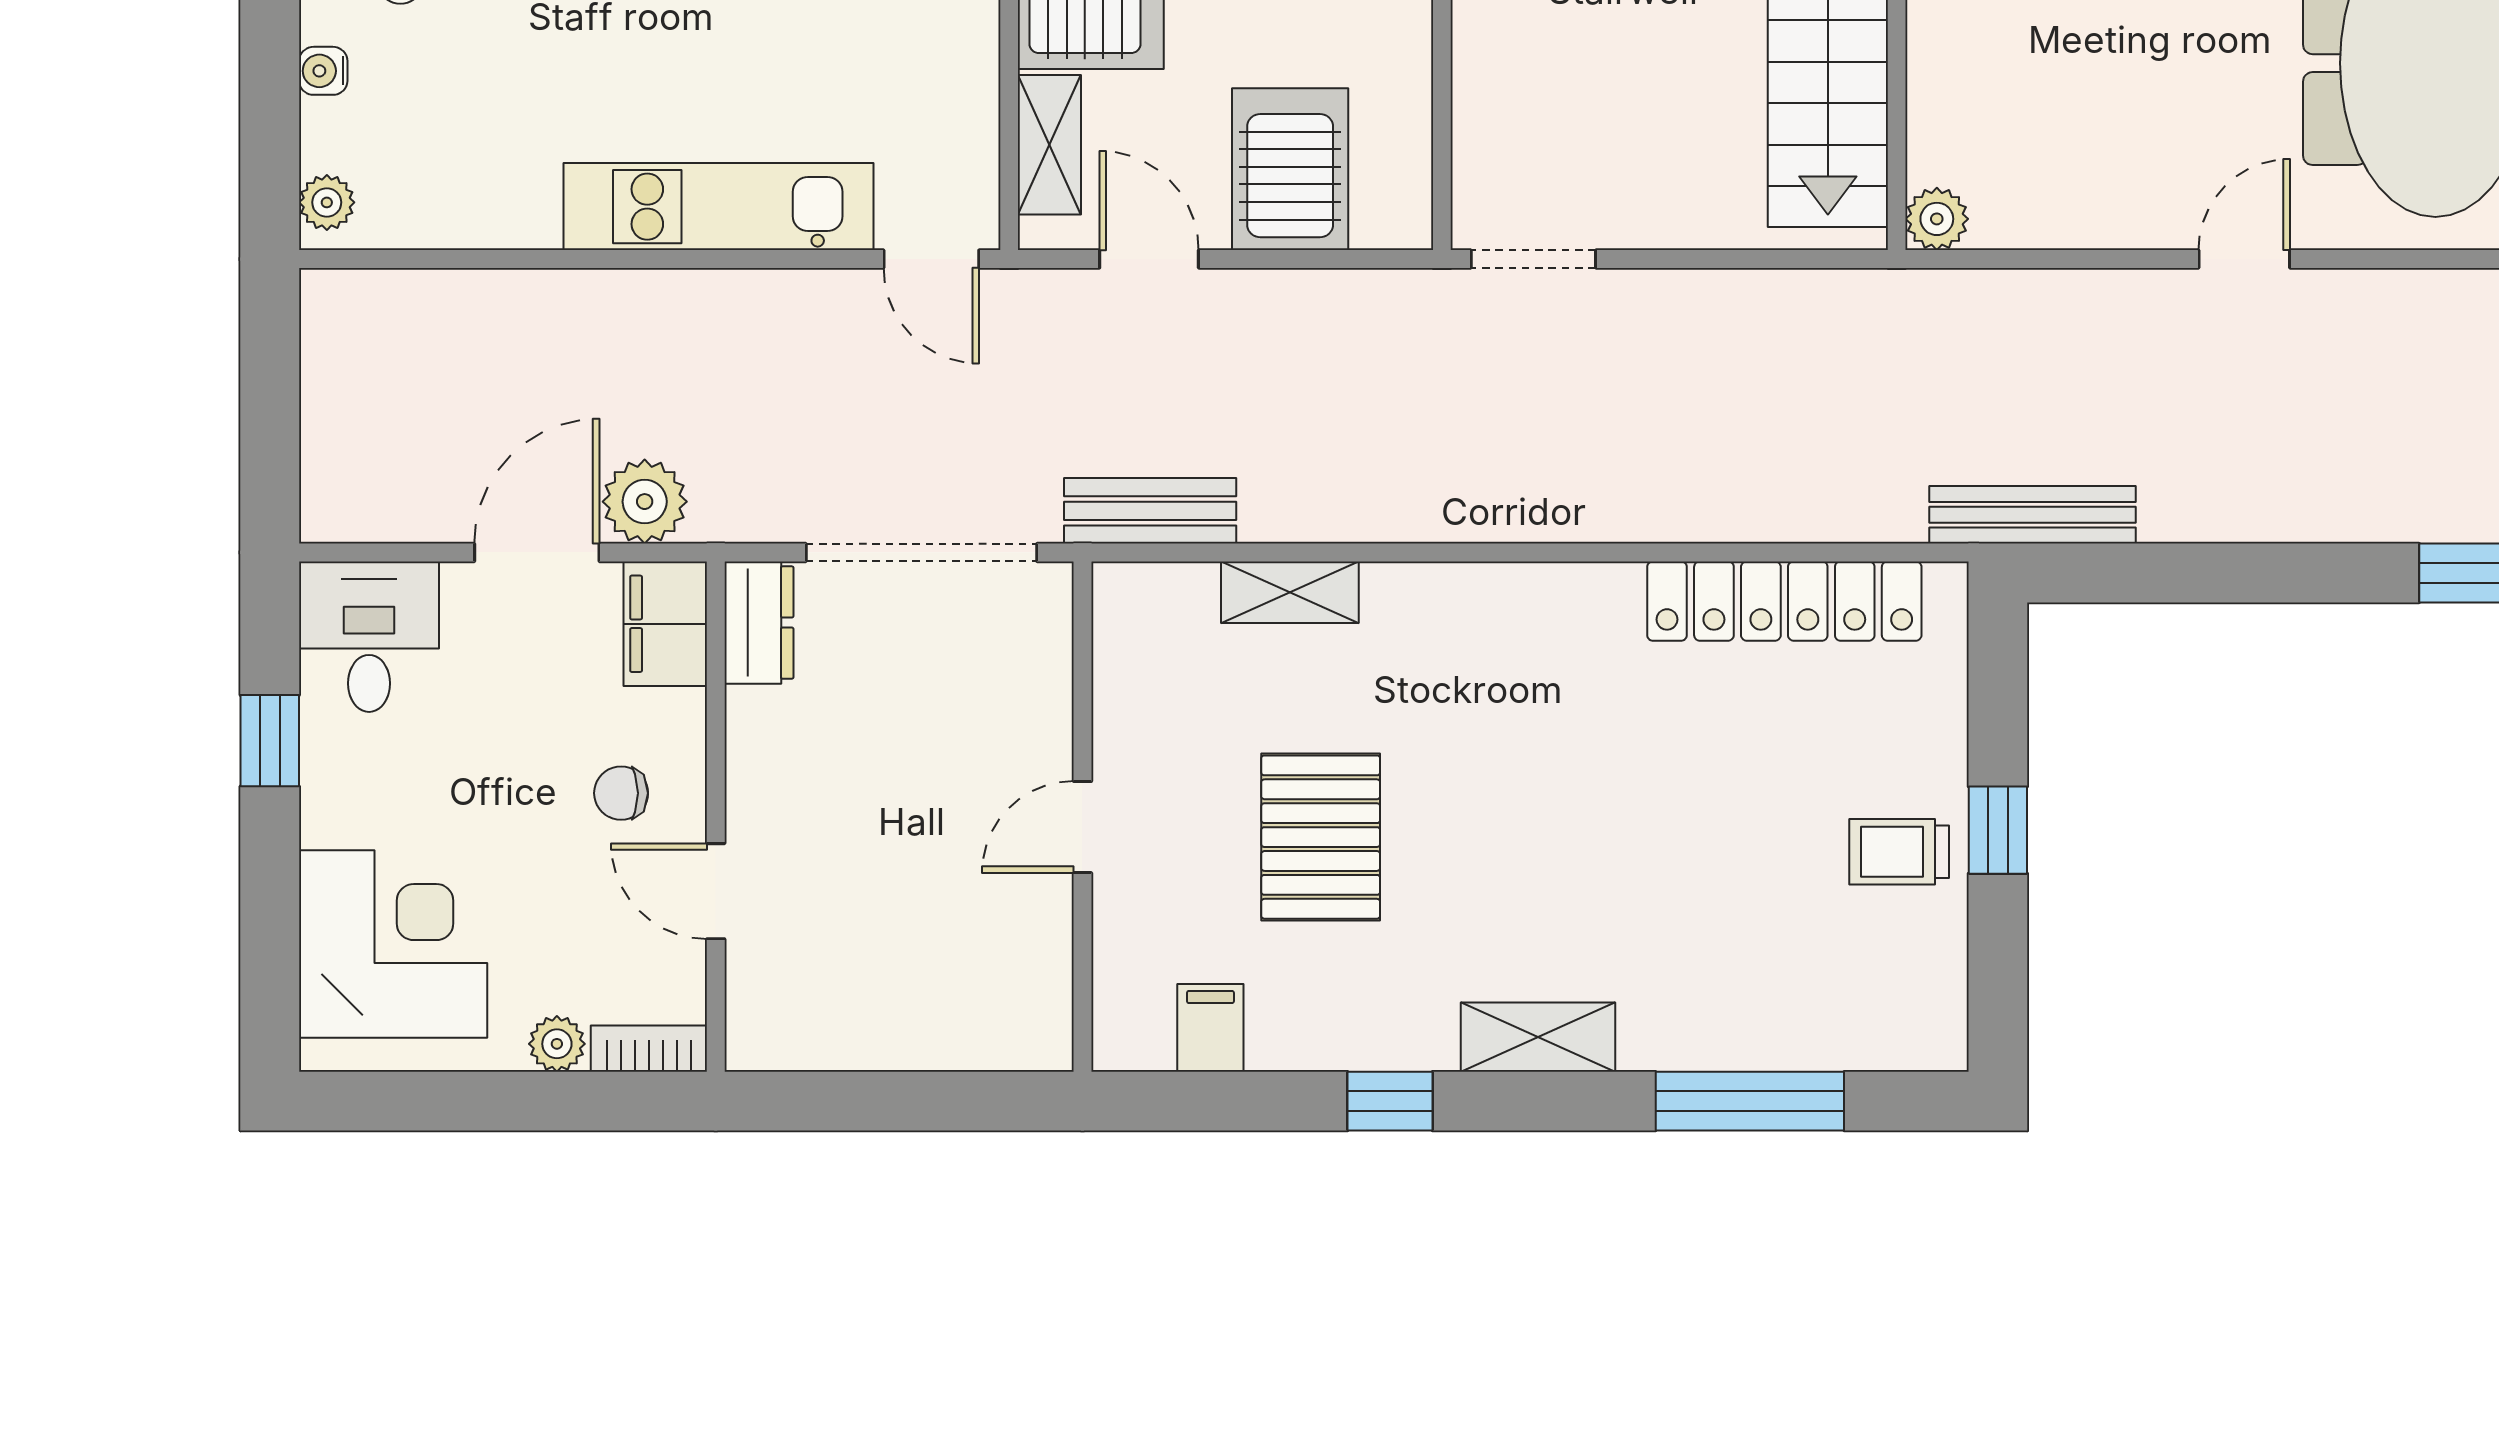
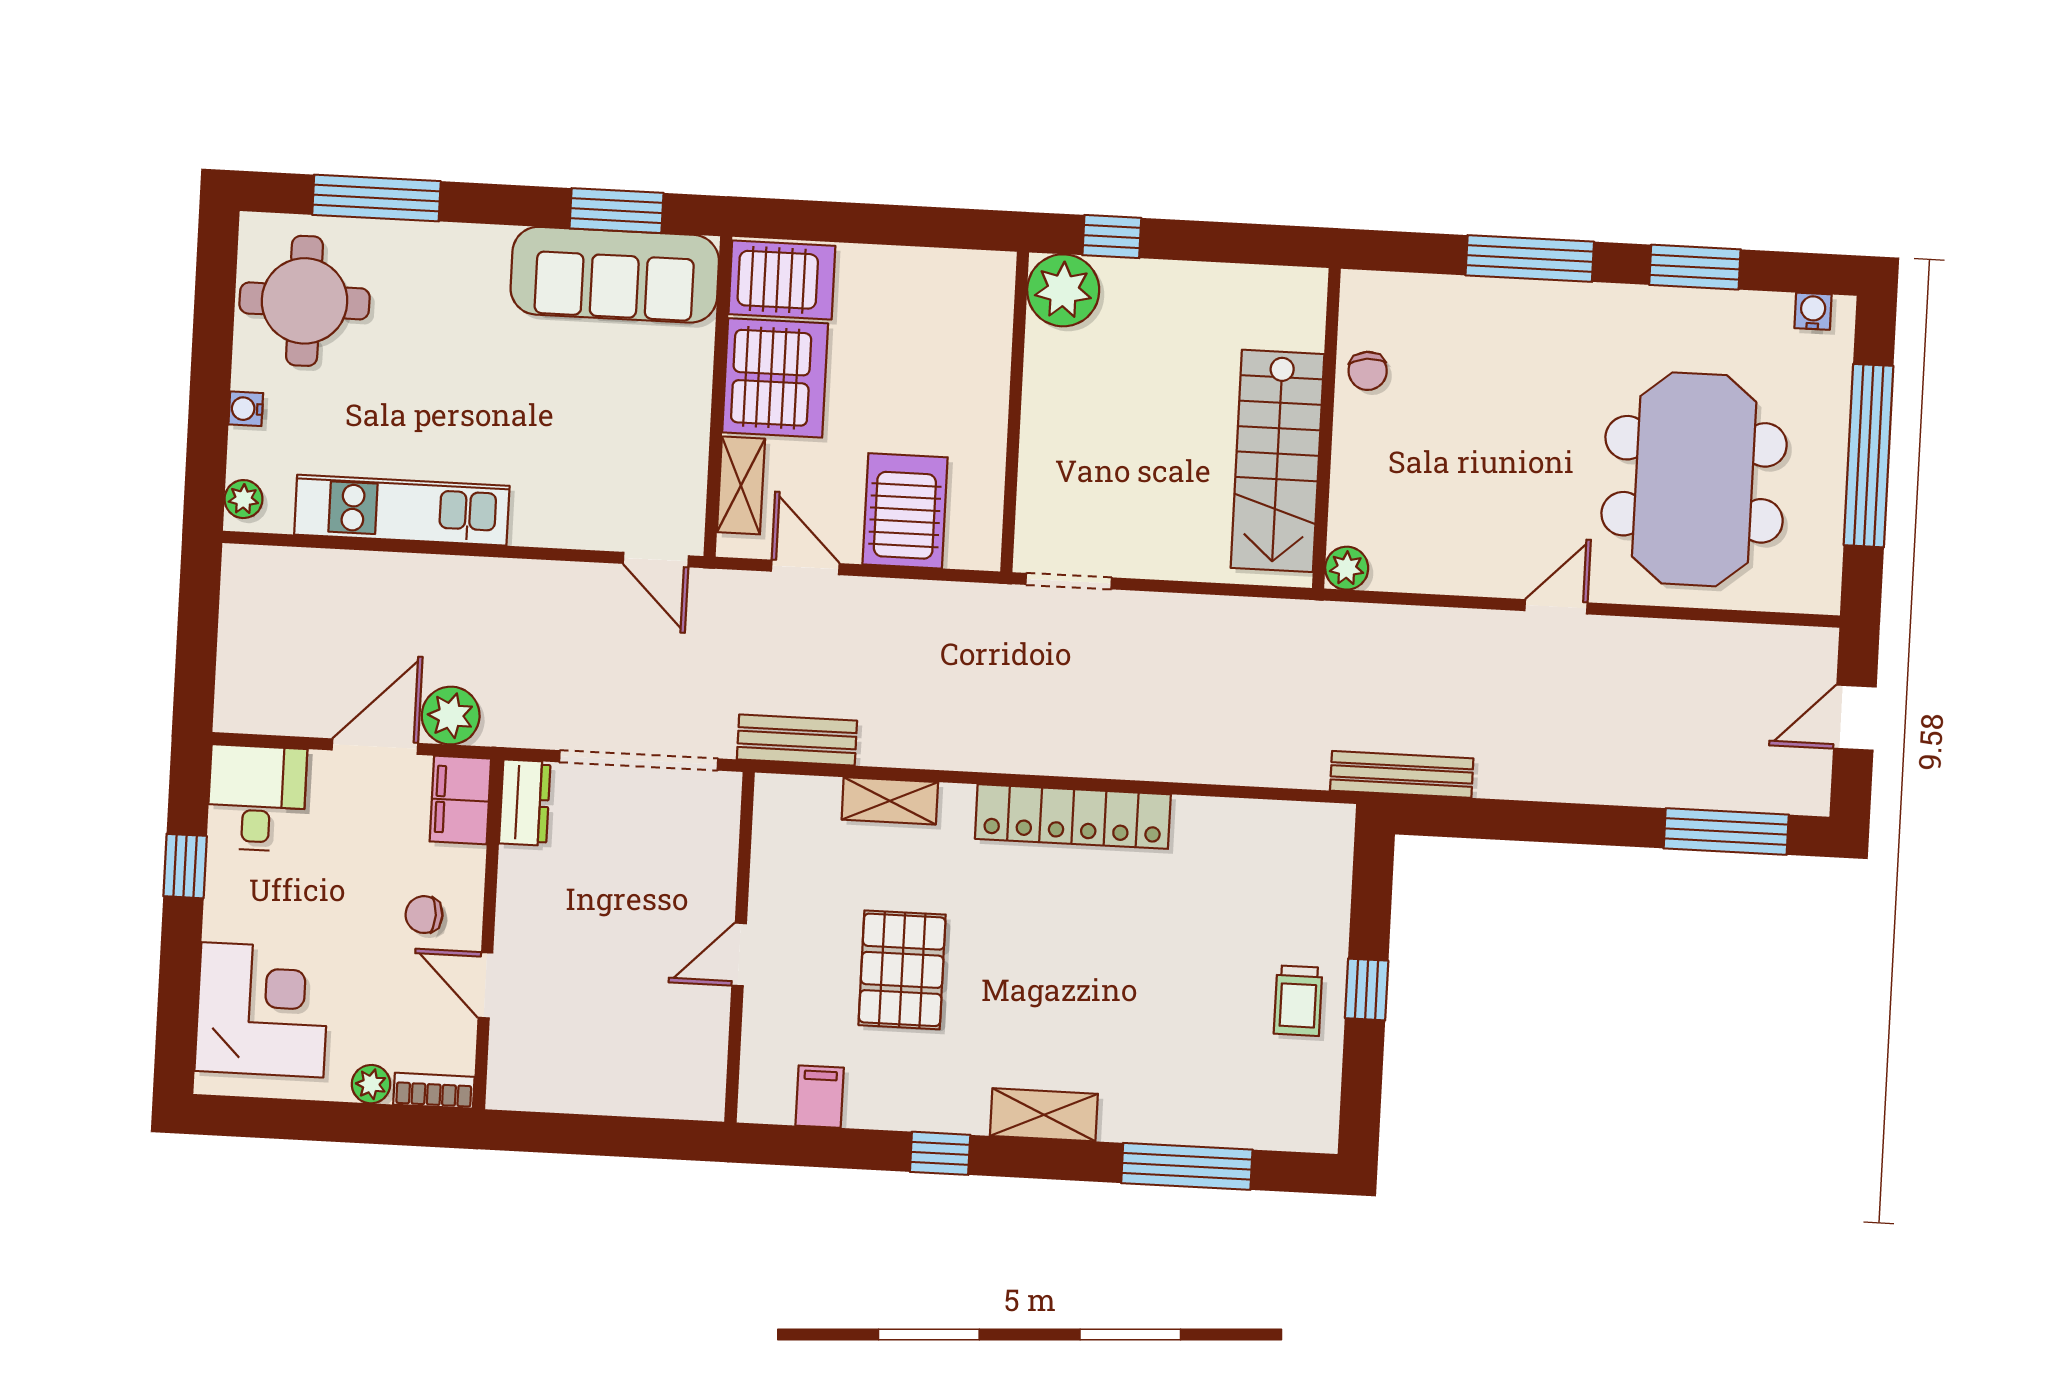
kitchen unit: (719, 207) -> (402, 510), moved
locker: (1784, 601) -> (1073, 817), moved
trolley: (1899, 852) -> (1298, 1001), turned -90

